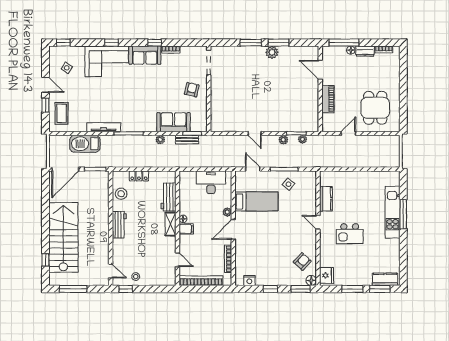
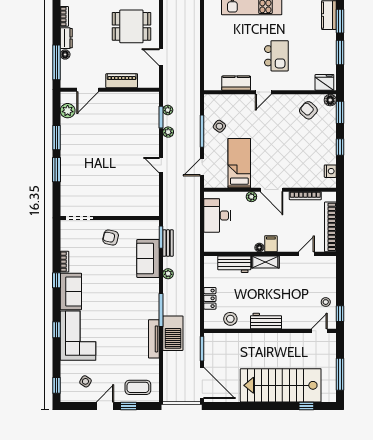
plant: (272, 52) -> (68, 111), moved
door: (255, 133) -> (161, 165), swing flipped
barbecue: (85, 144) -> (173, 333), moved

